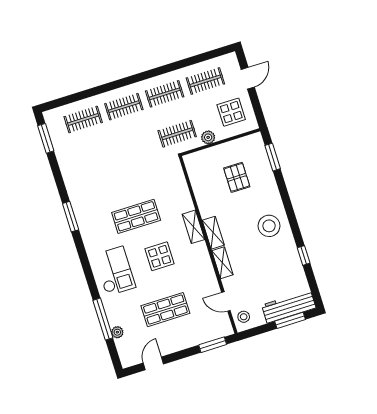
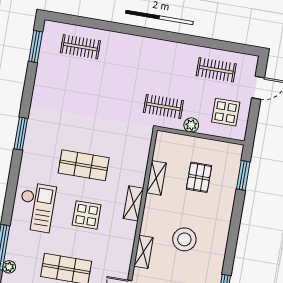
clothes rail: (165, 94) -> (171, 62), removed
clothes rail: (124, 107) -> (126, 54), removed
stool: (269, 226) -> (184, 239), moved
shelving: (213, 233) -> (156, 178), moved

